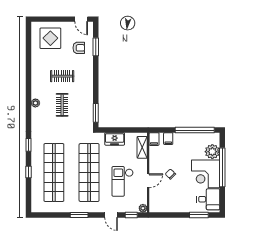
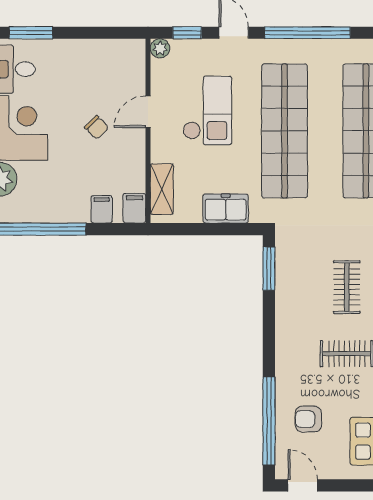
window: (96, 47) -> (269, 421), width x2.11
window: (79, 215) -> (307, 33), width x2.11

